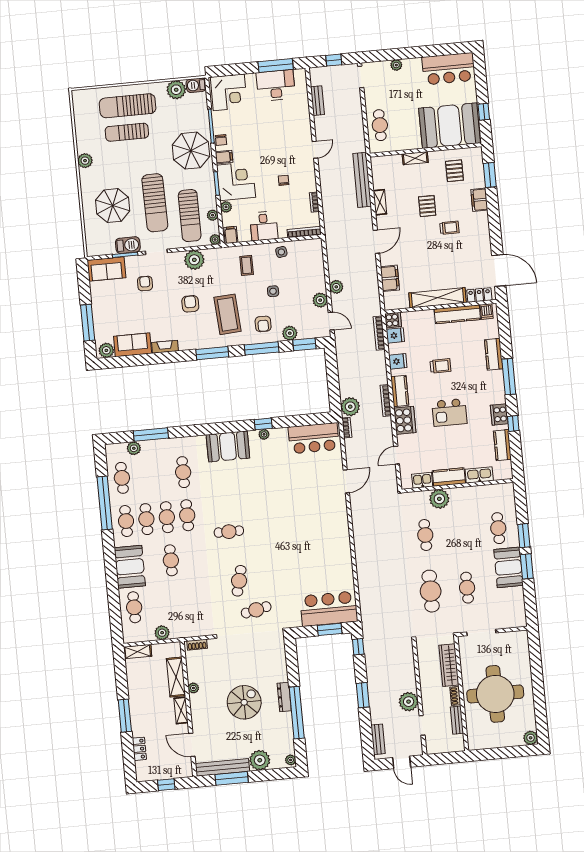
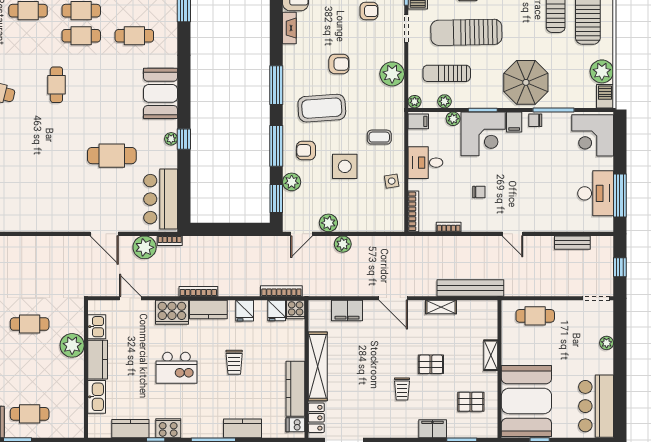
sun lounger: (190, 216) -> (447, 73), width x0.73, depth x0.75
side table: (273, 291) -> (345, 166), width x1.87, depth x1.87
plant: (350, 407) -> (145, 247), moved
kitchen island: (449, 412) -> (176, 368), turned -90
cafe table: (282, 481) -> (112, 156), added

